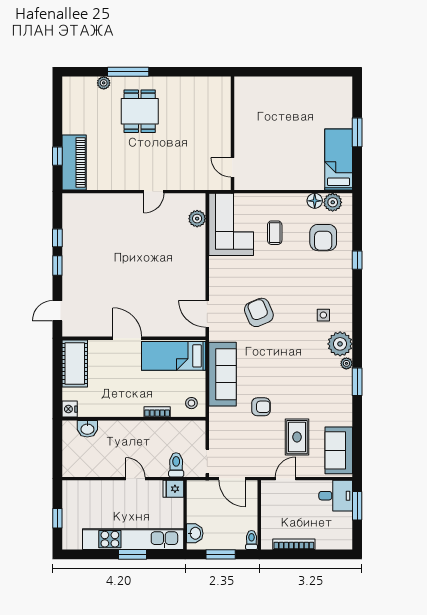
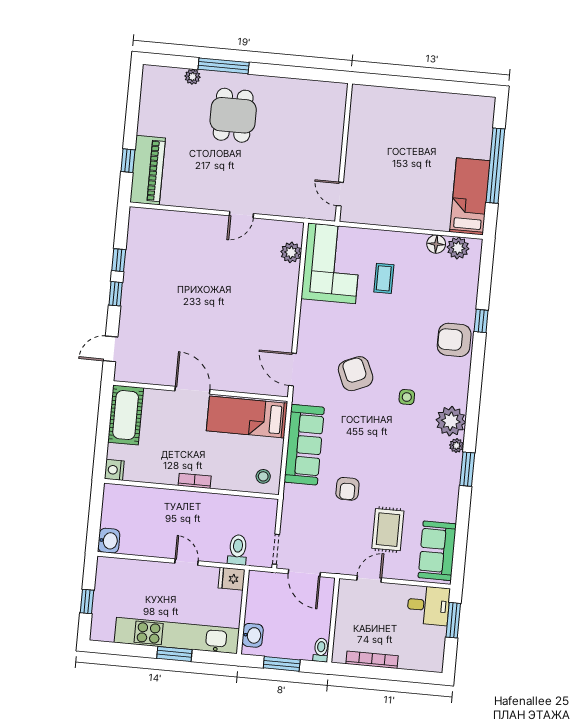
window: (357, 132) -> (495, 166), width x2.11
armchair: (323, 238) -> (454, 340), moved, turned 90
side table: (323, 315) -> (407, 397), moved
armchair: (261, 407) -> (347, 489), turned 90
bookcase: (157, 412) -> (195, 481), moved
washbasin: (87, 429) -> (109, 541), moved, turned -90

